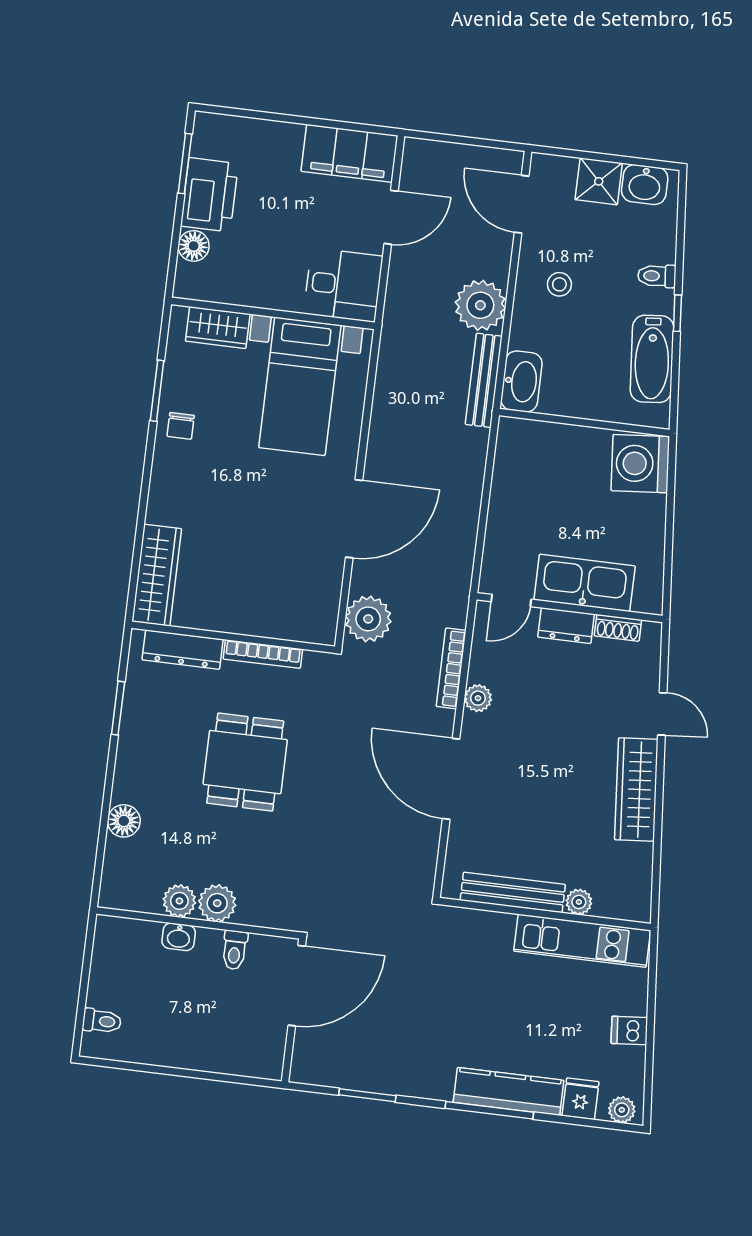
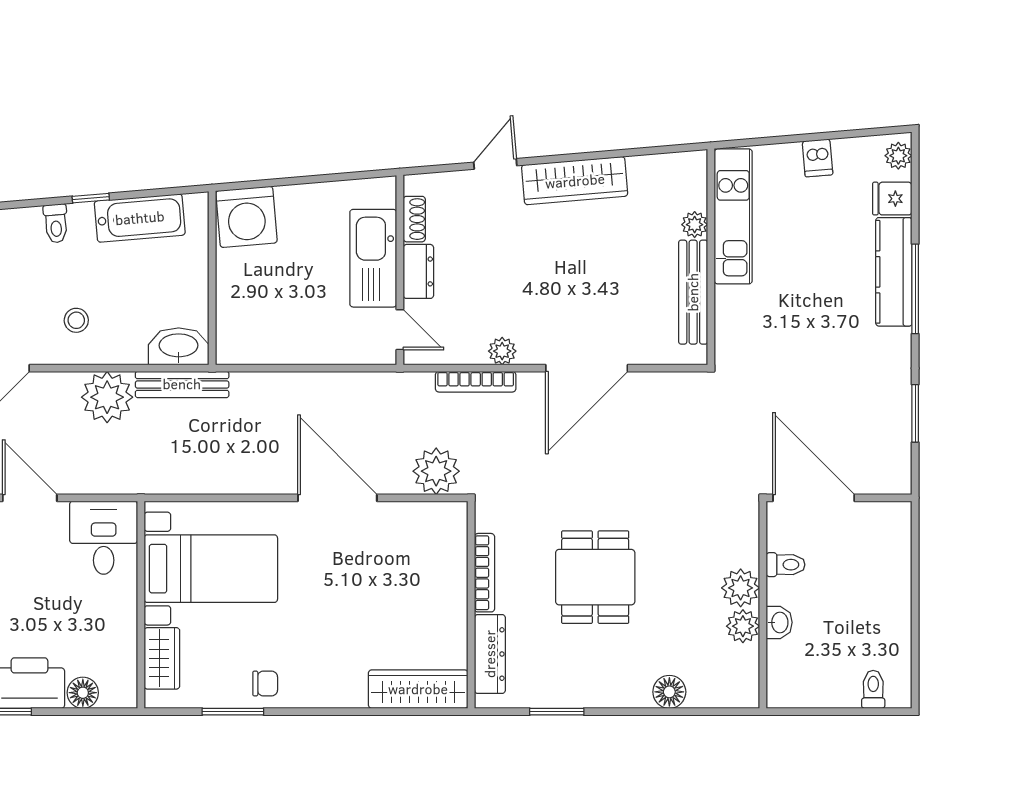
dining table: (245, 762) -> (595, 577), turned 90

